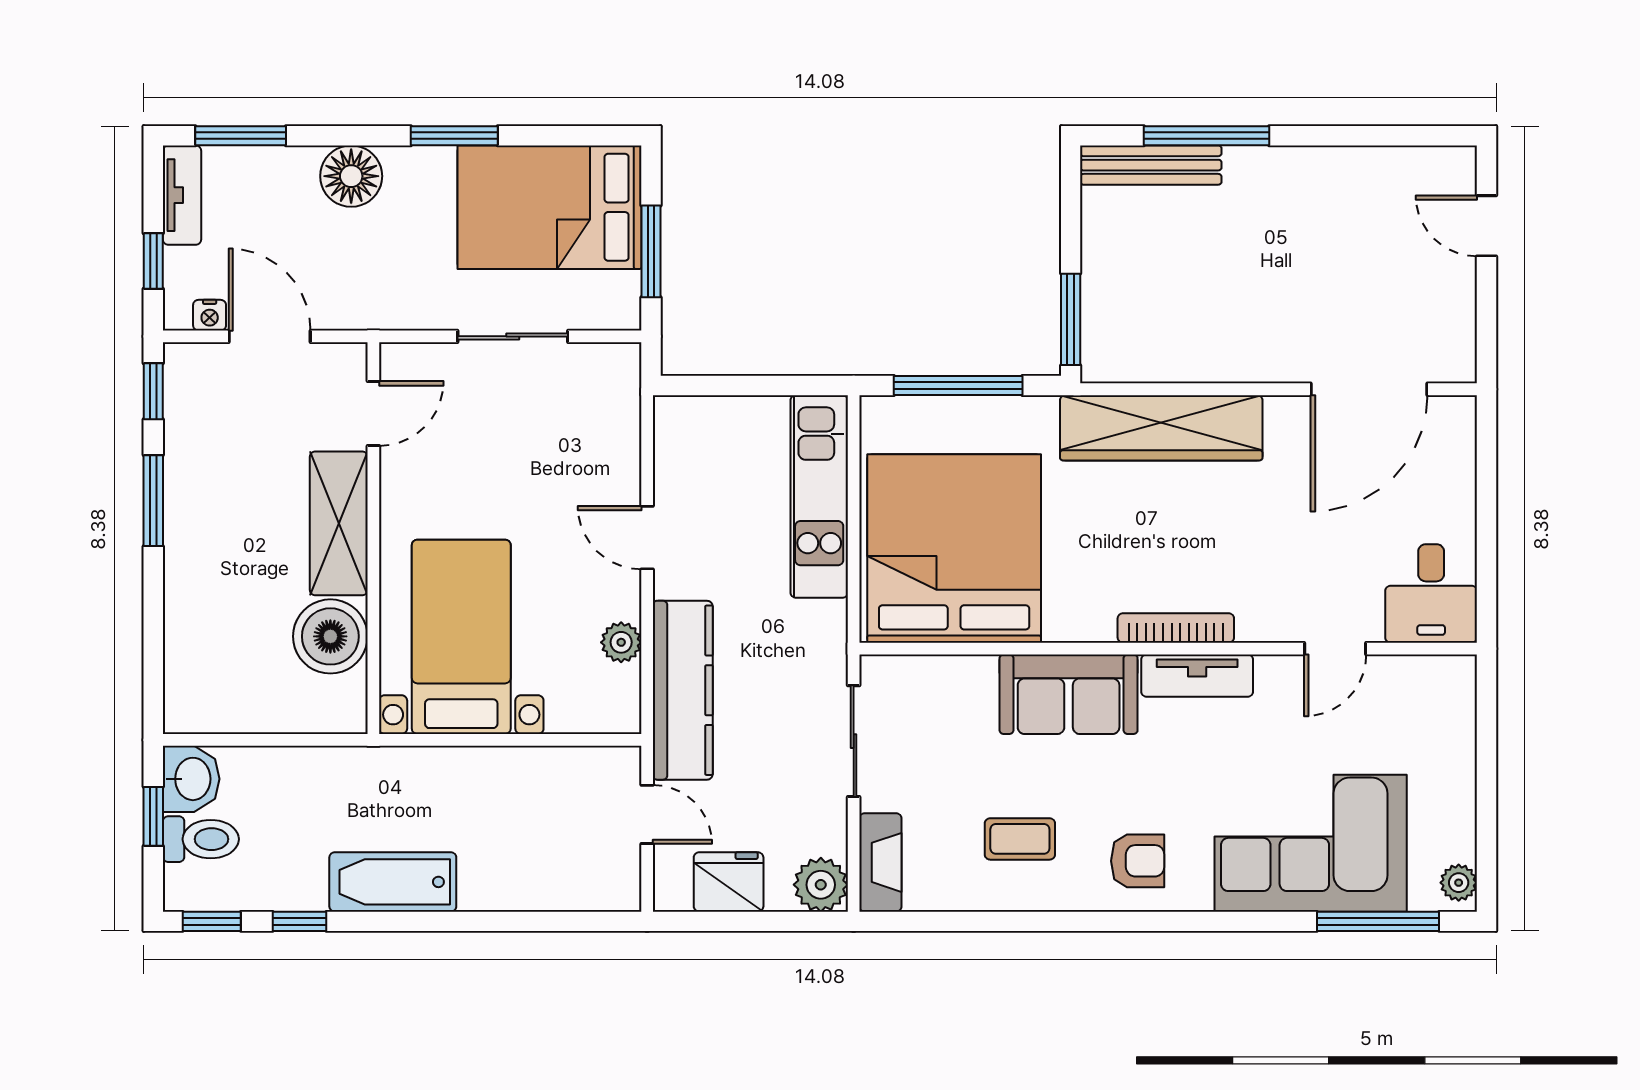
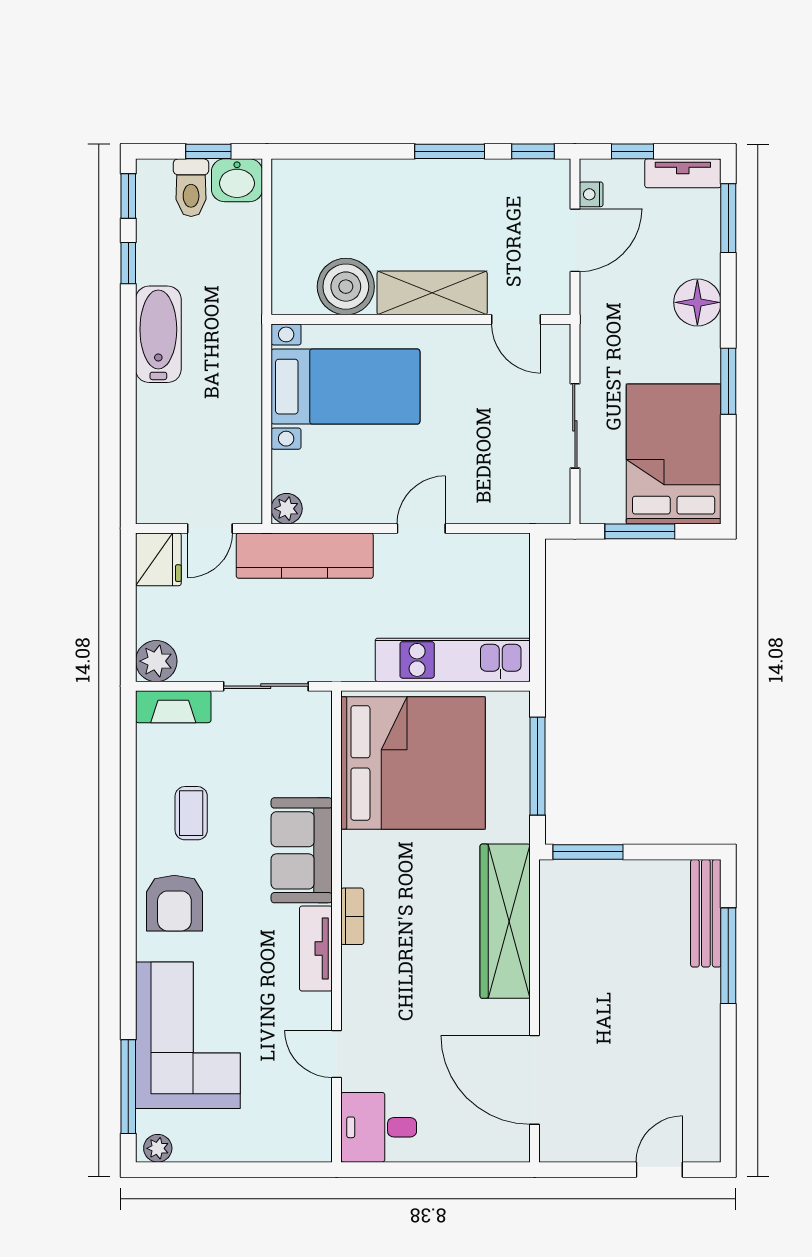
bookcase: (1176, 628) -> (352, 916), width x0.64
plant: (621, 642) -> (287, 509), moved
armchair: (1138, 861) -> (174, 903), width x1.38, depth x1.38
fridge: (729, 882) -> (158, 559), moved

